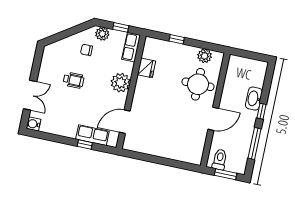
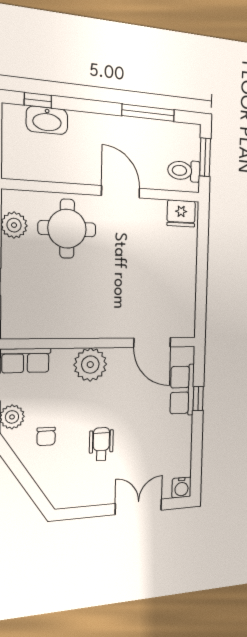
fridge: (147, 68) -> (181, 213), moved, turned 180
washbasin: (254, 99) -> (47, 120), moved
window: (261, 111) -> (38, 100), moved

